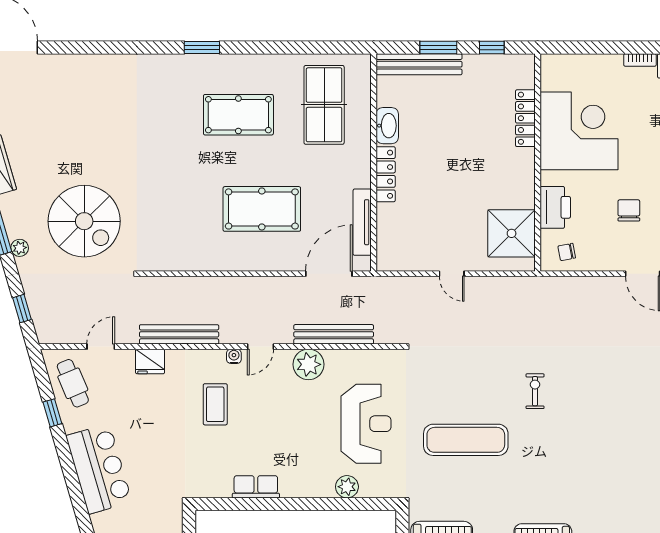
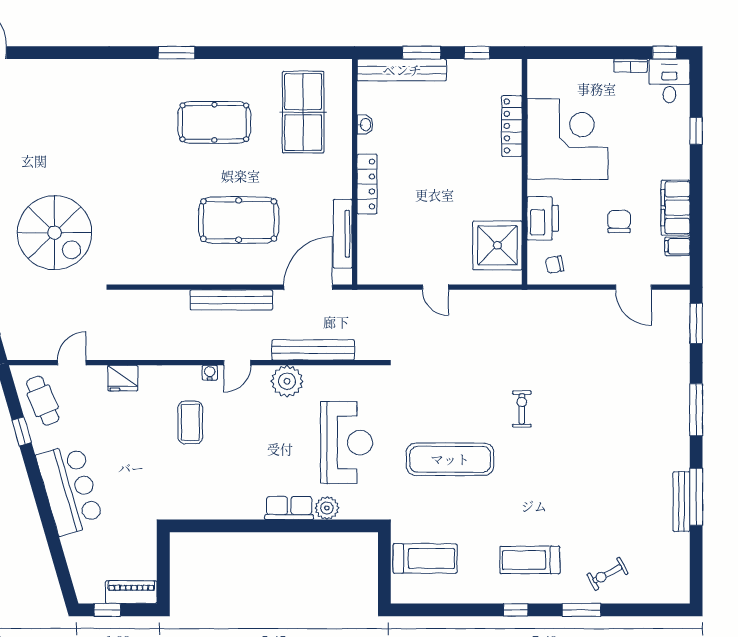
washbasin: (387, 126) -> (365, 125), width x0.52, depth x0.69
bench: (179, 334) -> (231, 300), moved
row of seats: (256, 487) -> (289, 508), moved

